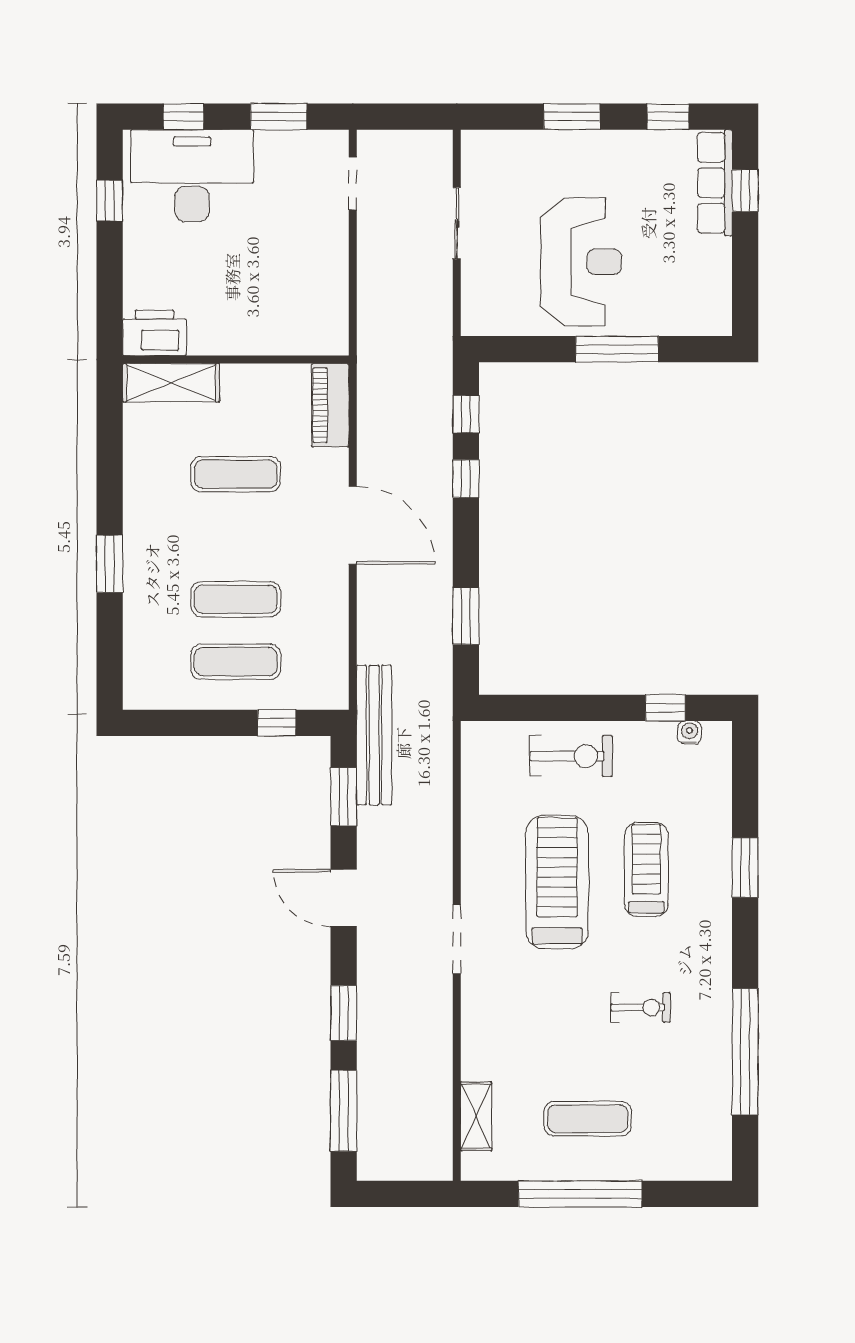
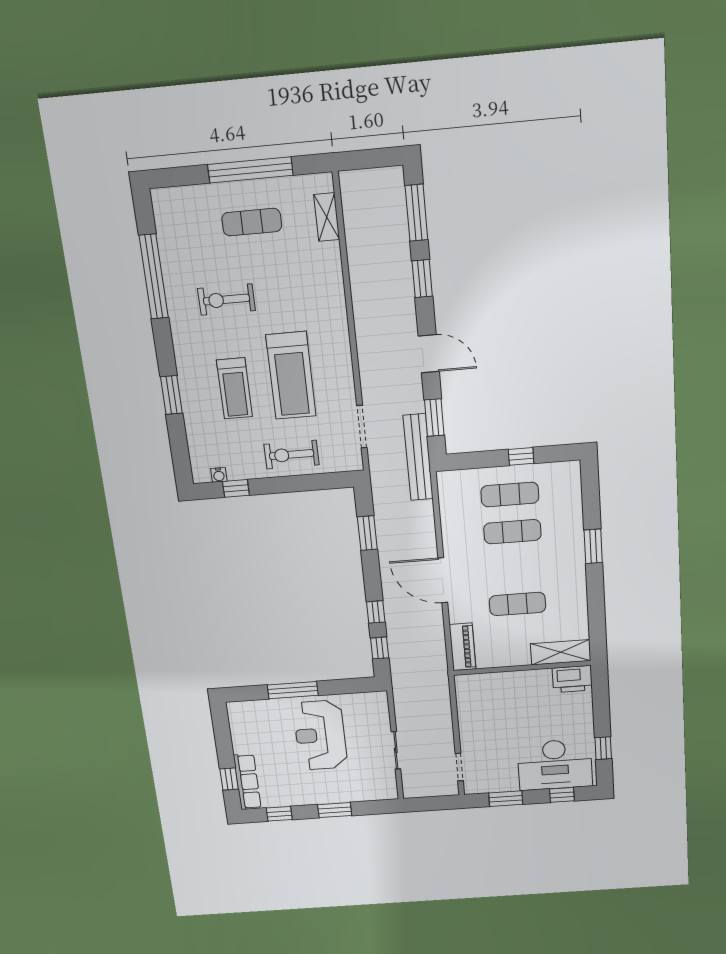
window: (277, 723) -> (521, 456), moved
doorway: (457, 939) -> (362, 427), moved
exercise bike: (641, 1007) -> (226, 300), width x1.38, depth x1.39

